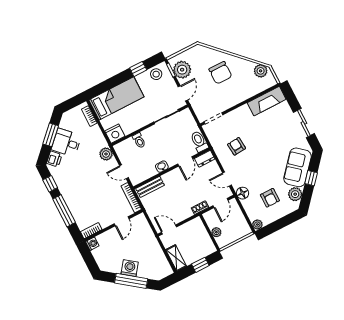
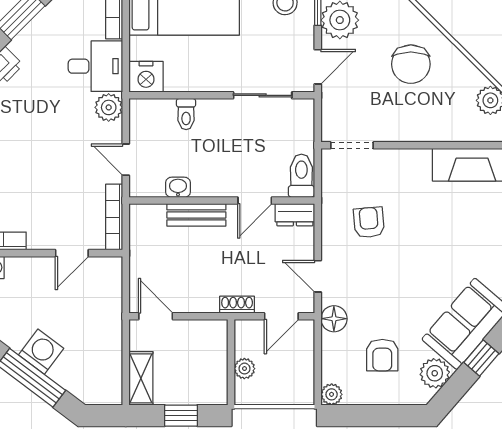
desk: (66, 143) -> (95, 66), moved, turned 135
washbasin: (162, 167) -> (178, 187), moved
bench: (150, 187) -> (196, 215), moved

